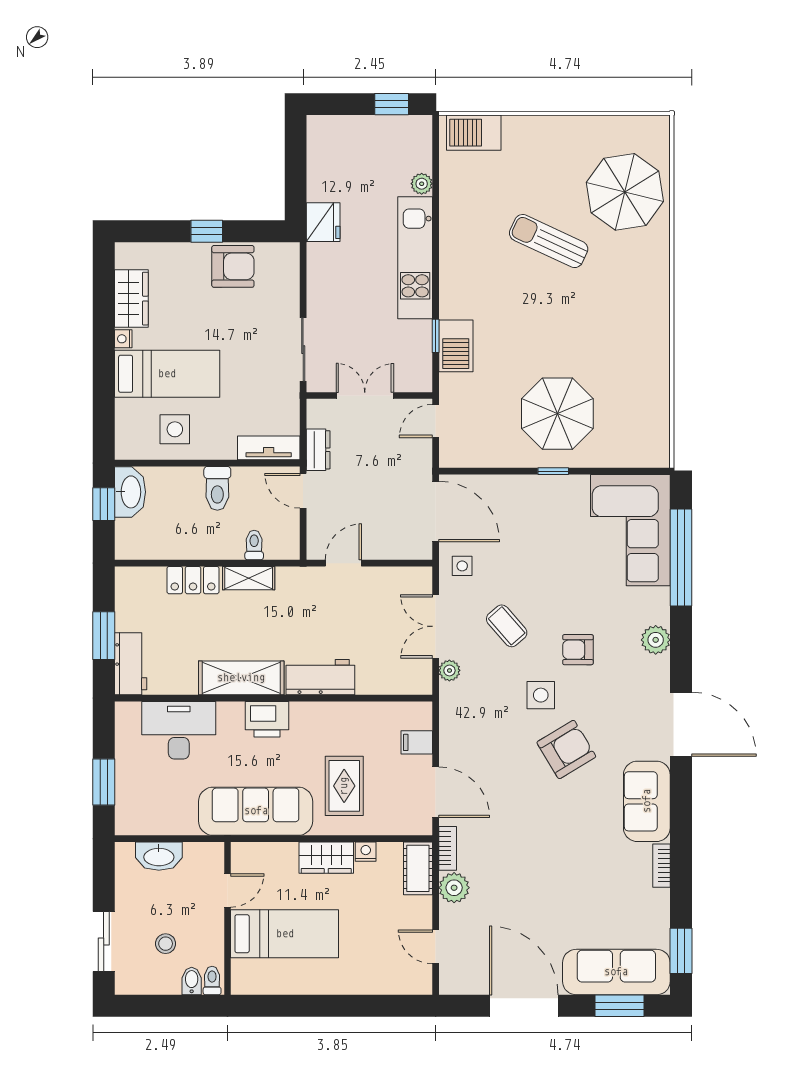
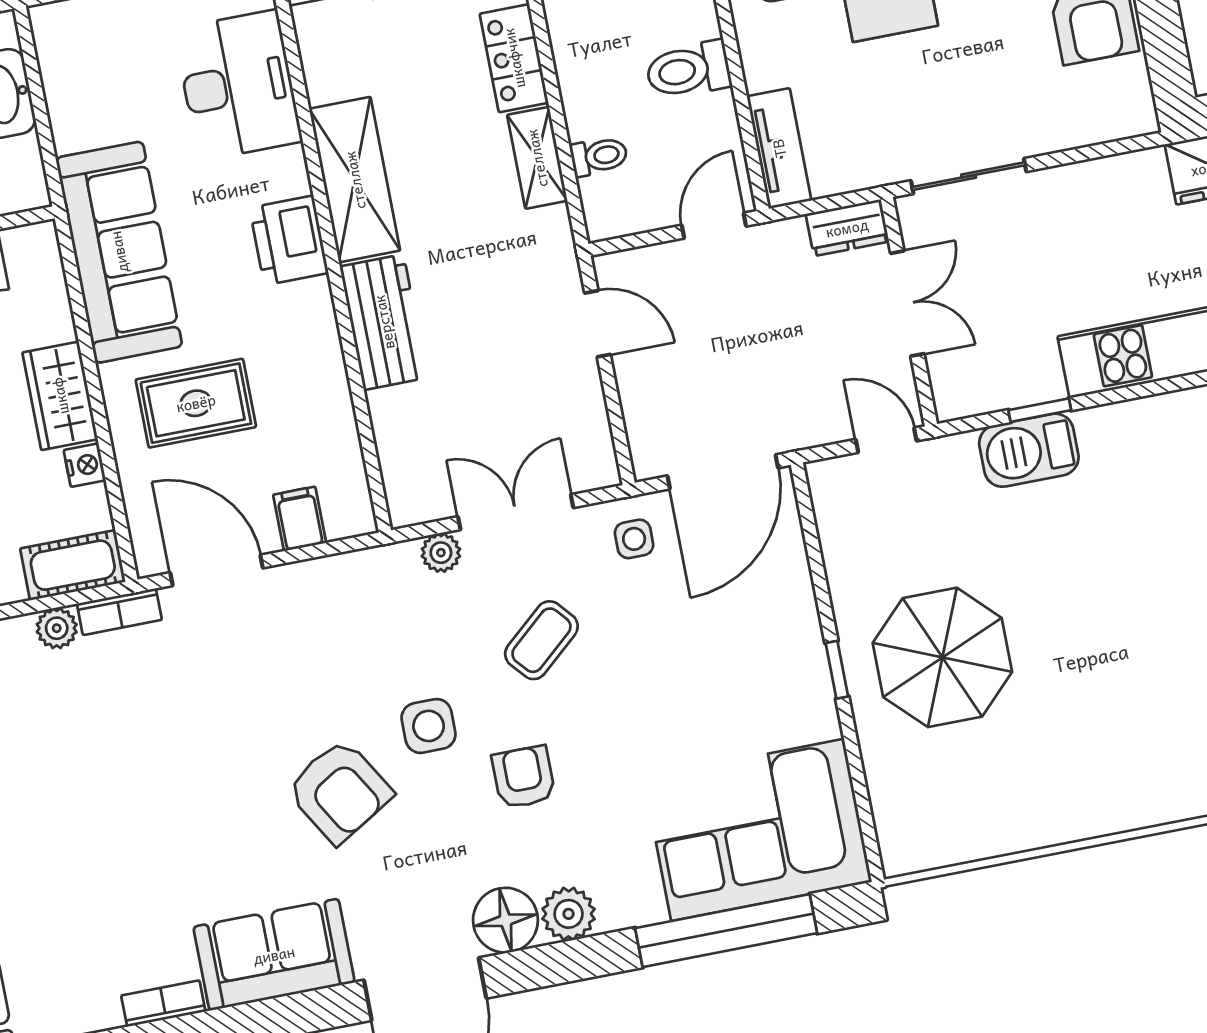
dresser: (318, 450) -> (847, 228), moved
floor lamp: (652, 674) -> (505, 920), added
door: (436, 792) -> (216, 570), swing flipped
plant: (454, 888) -> (57, 628), width x0.73, depth x0.73

